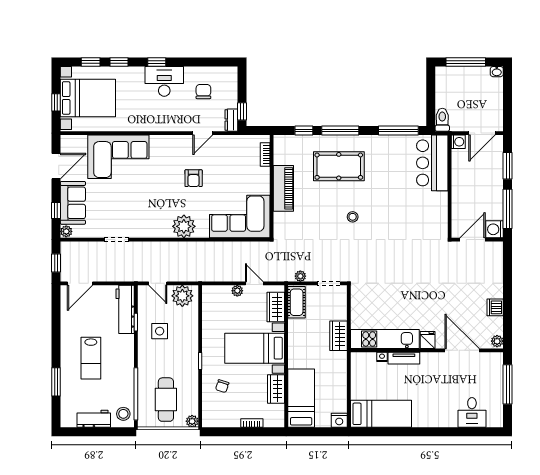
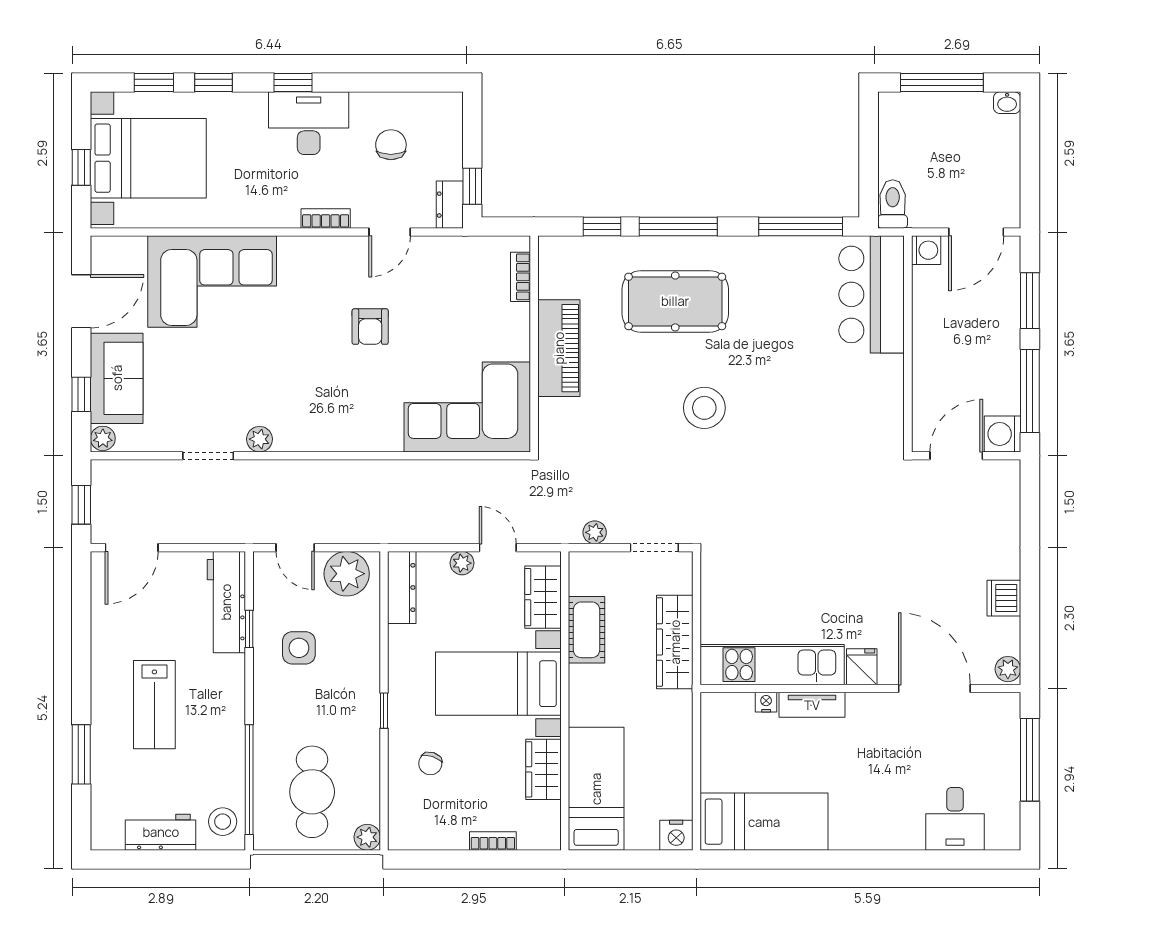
bookcase: (172, 127) -> (326, 219), added
stool: (353, 217) -> (704, 408), width x1.89, depth x1.89
plant: (184, 226) -> (259, 439), moved, width x0.53, depth x0.53
dresser: (209, 302) -> (402, 587), added
cot: (297, 302) -> (587, 630), moved
wardrobe: (338, 336) -> (675, 642), width x1.50

